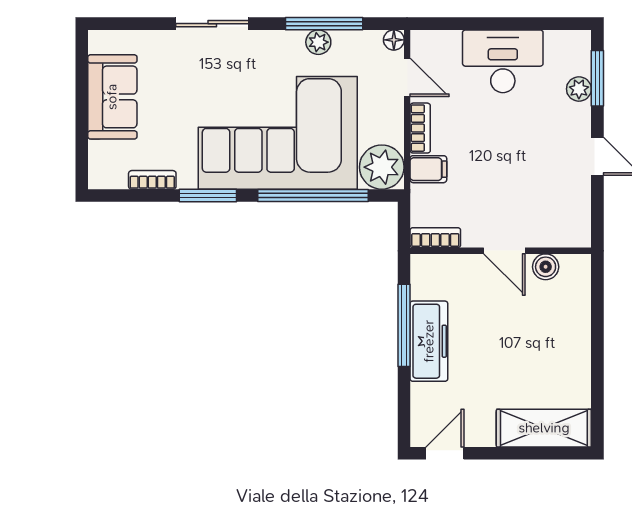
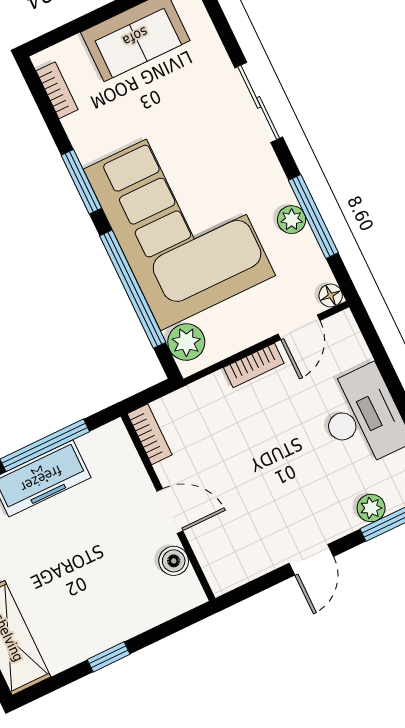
plant: (382, 167) -> (186, 342), width x0.73, depth x0.73
filing cabinet: (428, 169) -> (216, 394), removed
bookcase: (152, 180) -> (57, 90), moved
door: (504, 251) -> (170, 511), swing flipped
window: (597, 355) -> (109, 657), added

